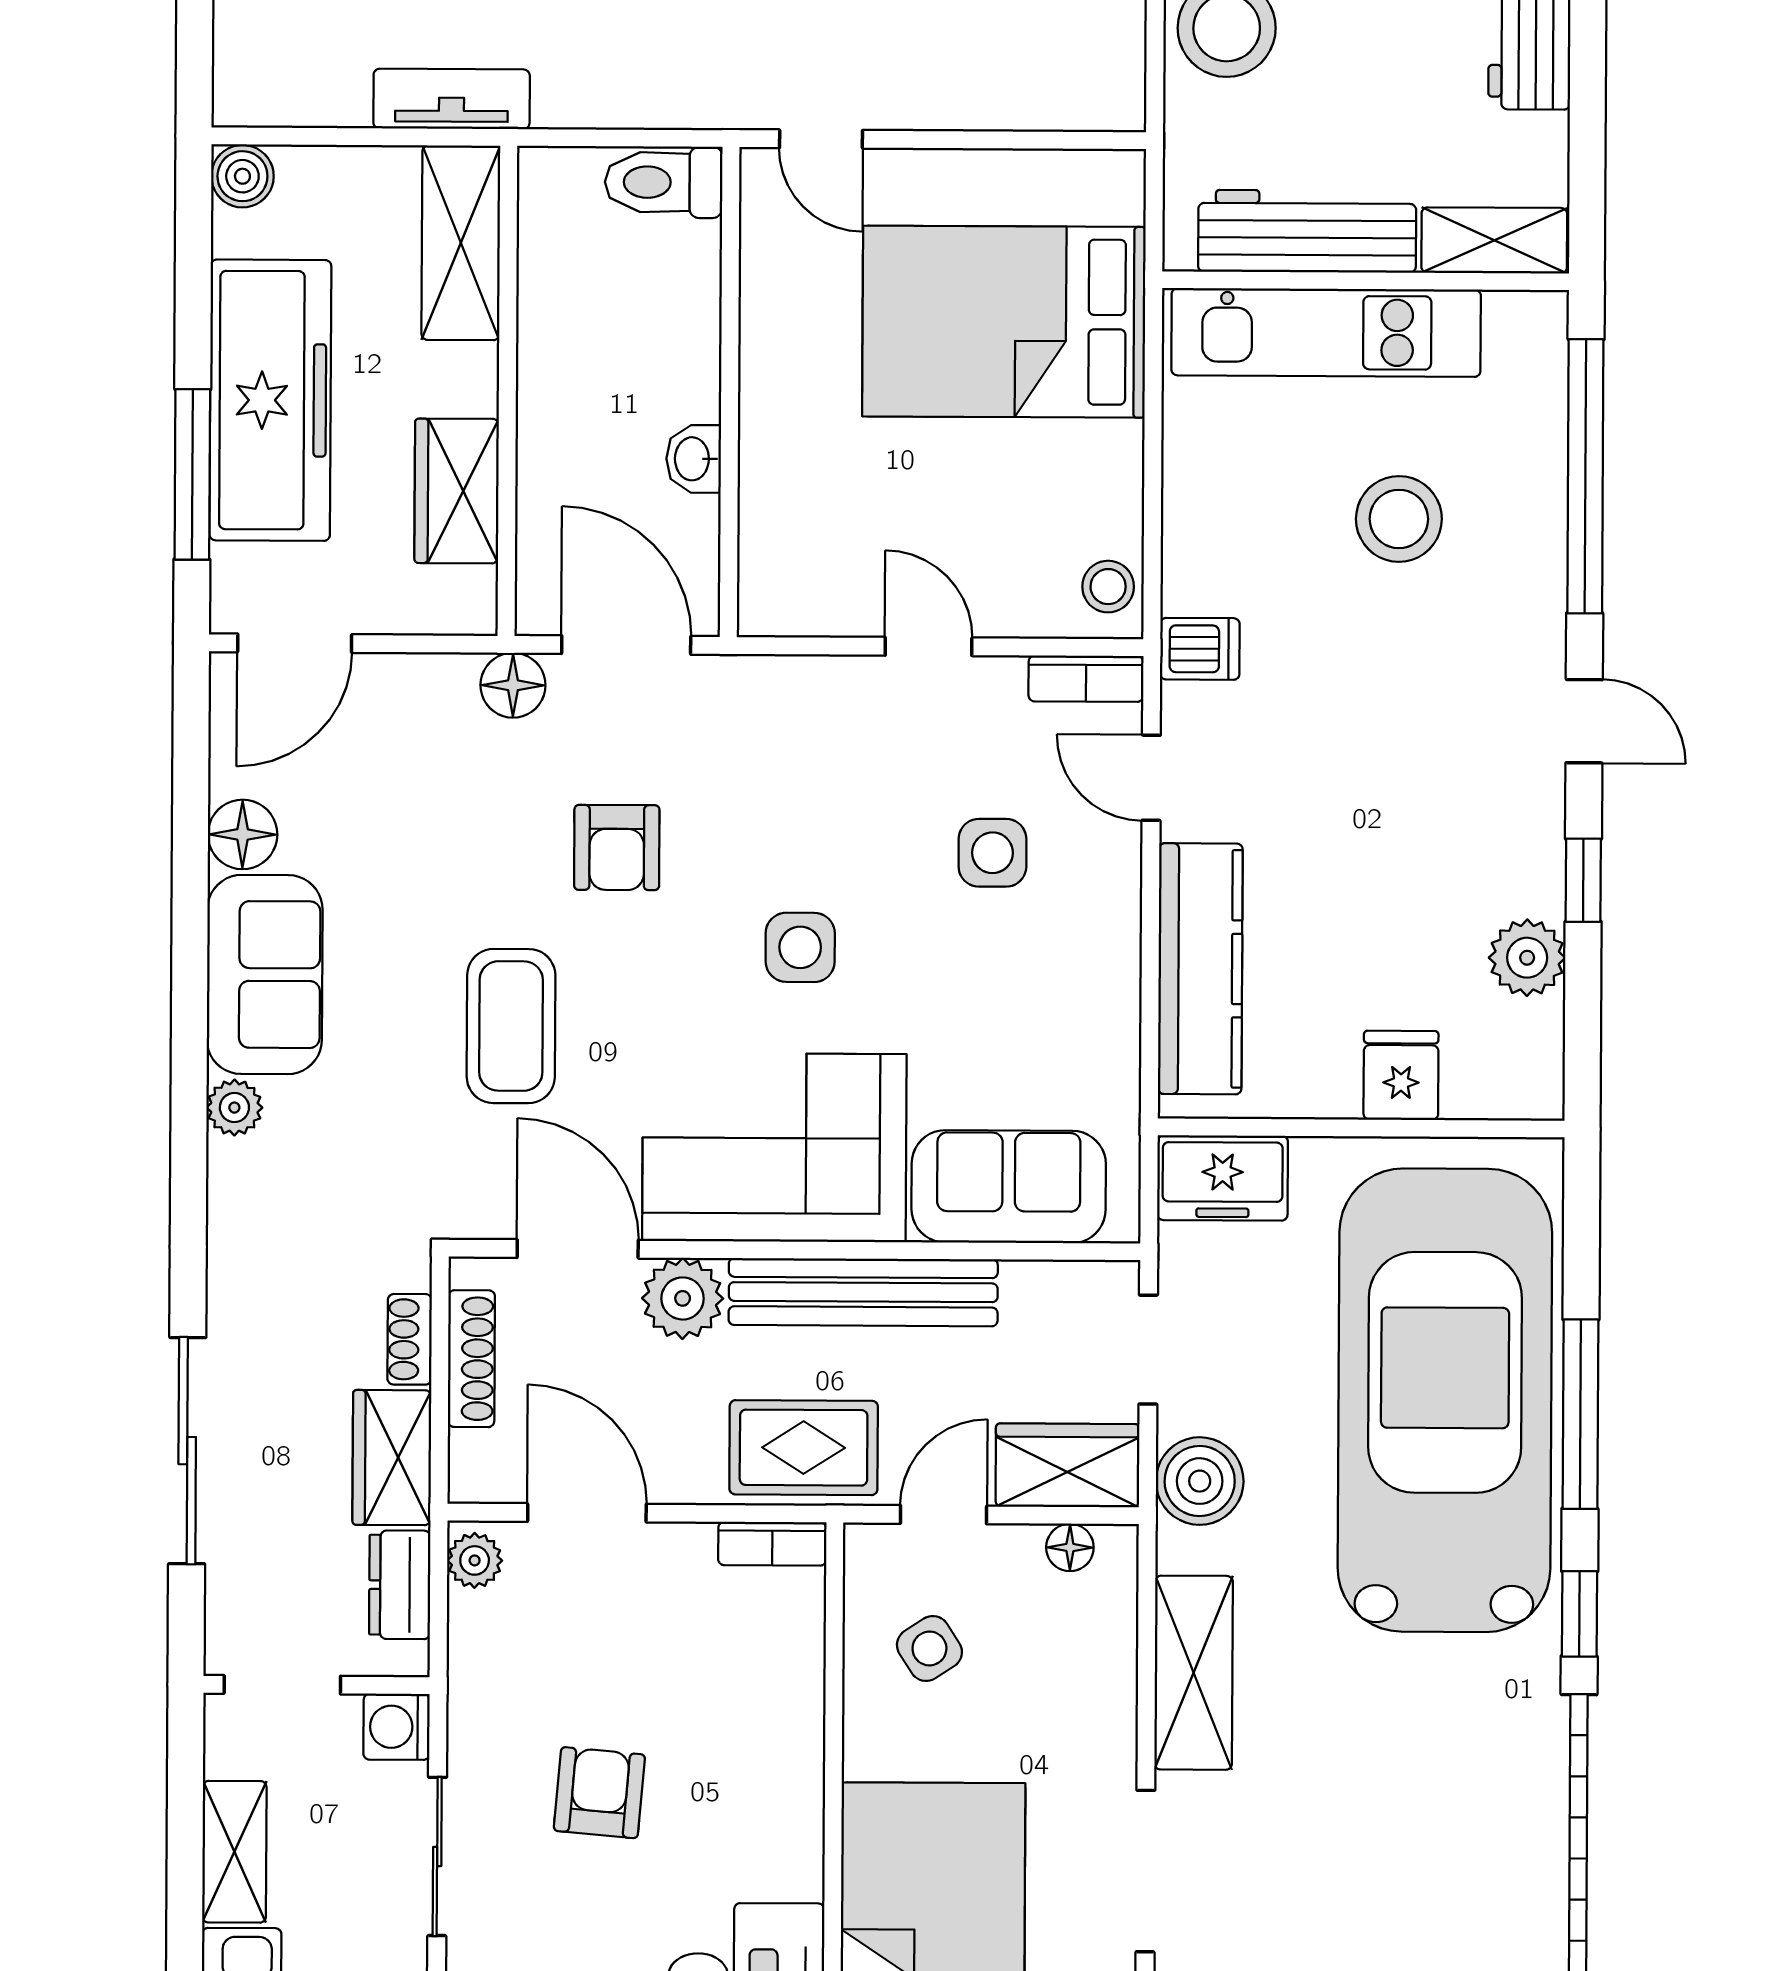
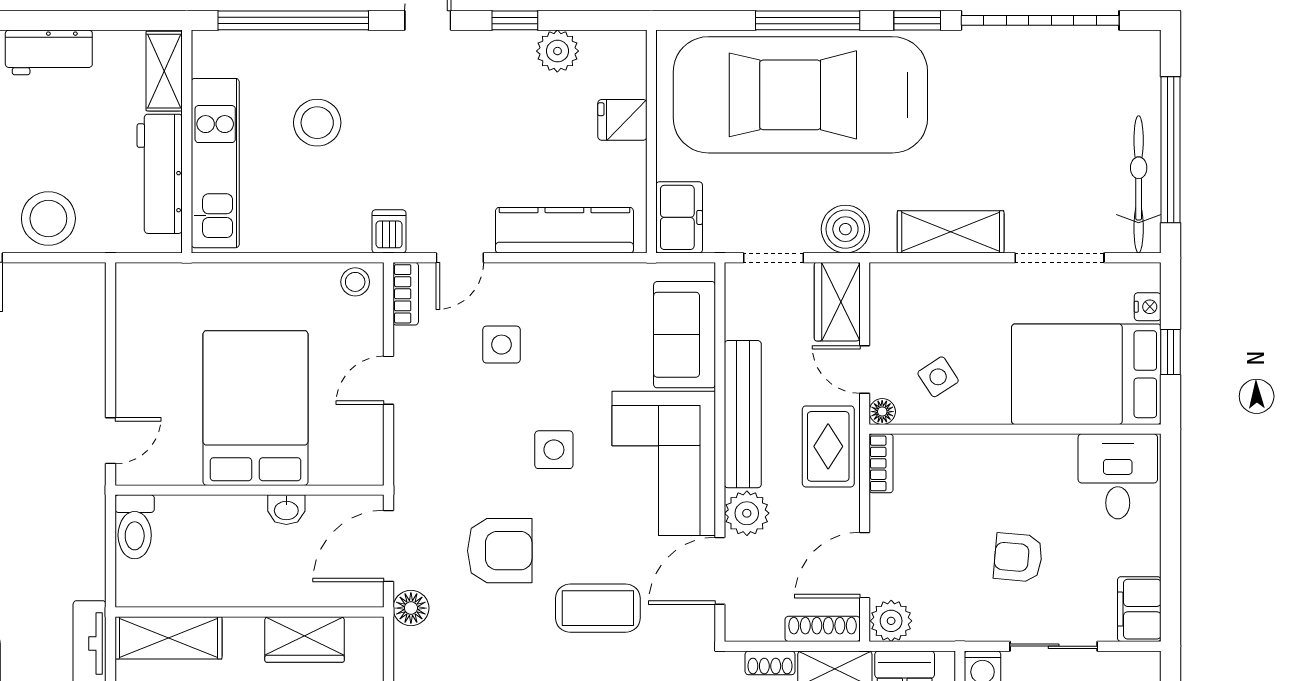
bed: (1004, 322) -> (256, 408), moved, turned 180
armchair: (617, 848) -> (500, 551), width x1.38, depth x1.38
shoe rack: (471, 1359) -> (823, 629), moved
floor lamp: (1070, 1547) -> (882, 412), moved
plant: (475, 1560) -> (891, 621), width x1.38, depth x1.38

